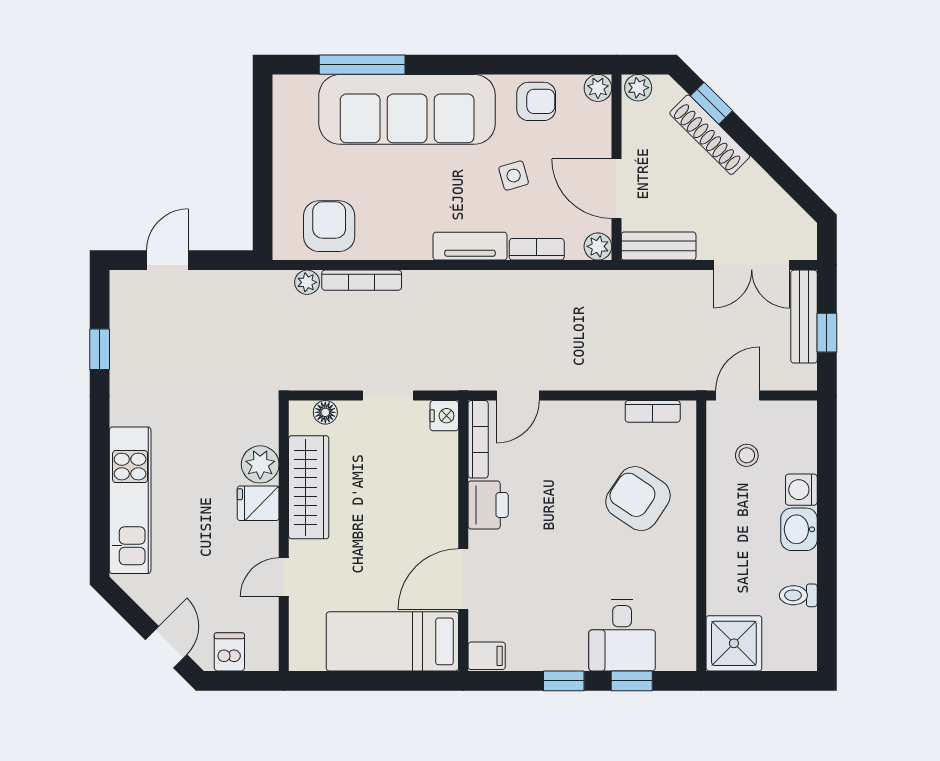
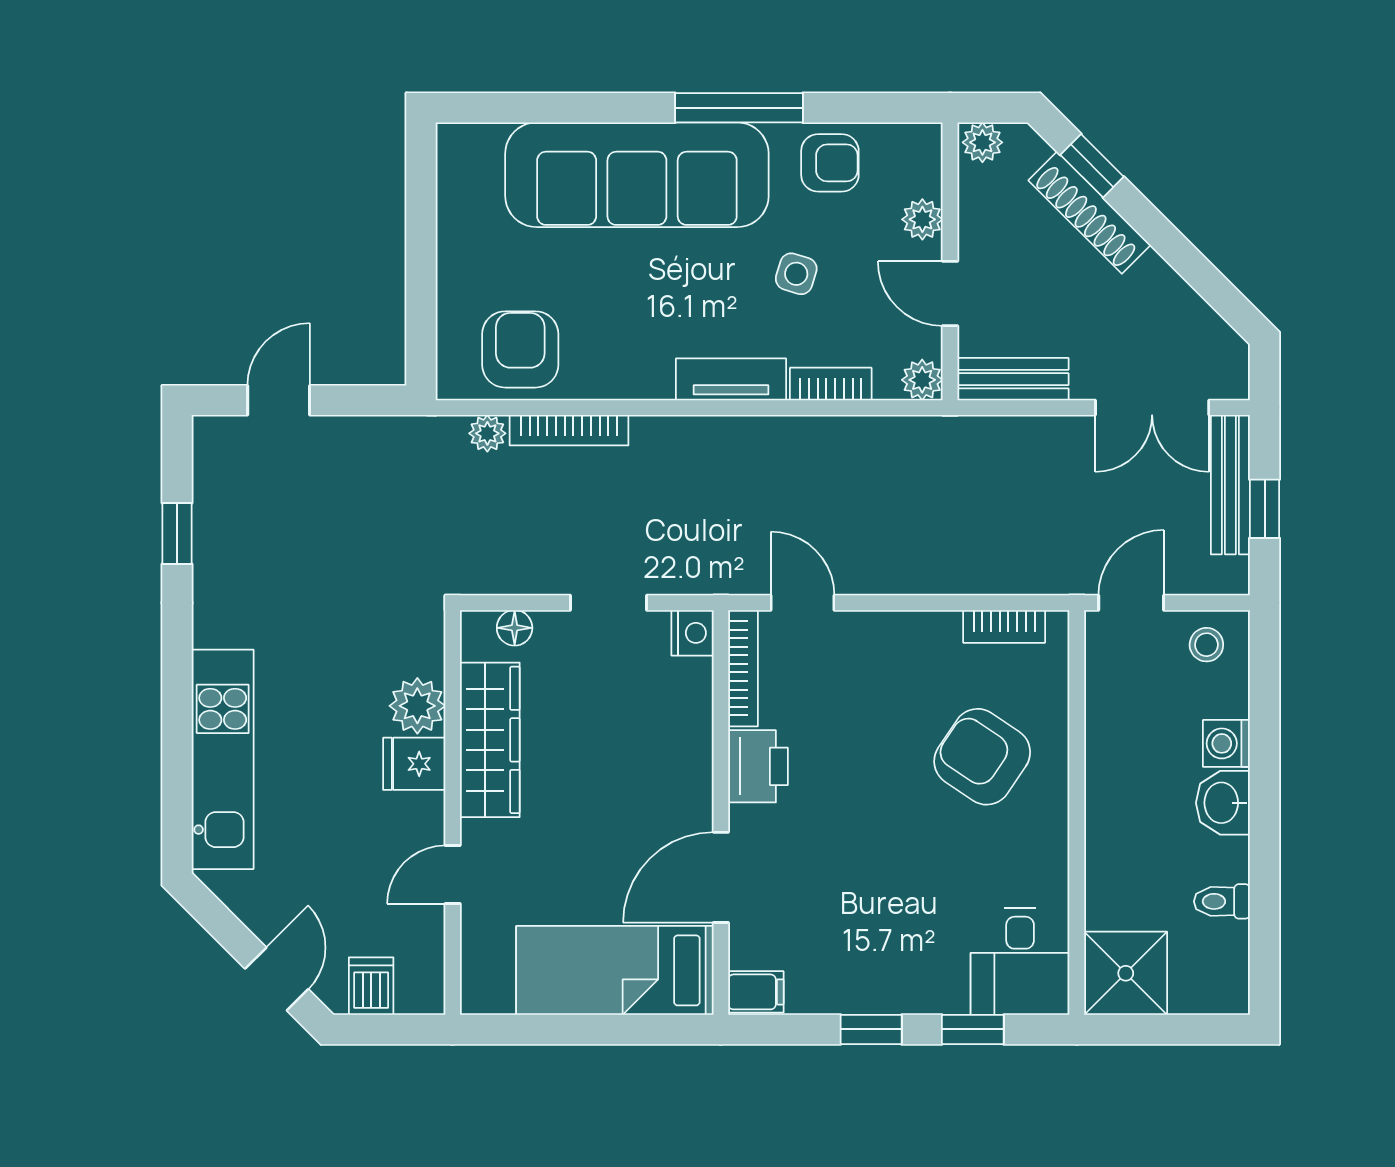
window: (362, 65) -> (739, 108), moved
plant: (598, 88) -> (922, 219), moved
side table: (514, 176) -> (796, 274), turned 33
door: (616, 189) -> (950, 294), width x0.73
door: (518, 396) -> (802, 603), swing flipped
stool: (747, 455) -> (1206, 645), moved
desk: (622, 635) -> (1020, 961), moved

